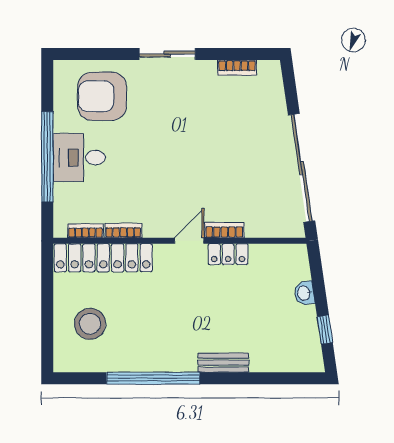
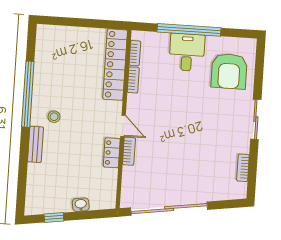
armchair: (102, 96) -> (229, 71), turned 180
stool: (90, 324) -> (54, 117), moved, width x0.53, depth x0.53

